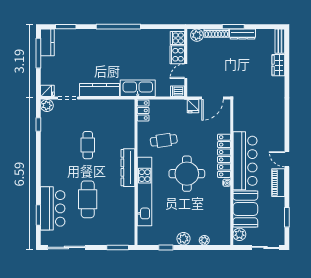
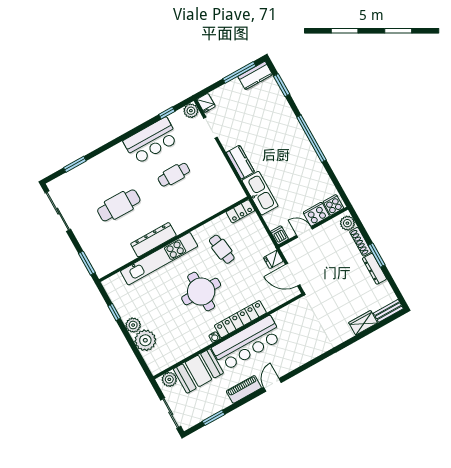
kitchen counter: (100, 90) -> (240, 162), width x0.67
dresser: (128, 168) -> (153, 240), moved
bar counter: (53, 208) -> (151, 141), moved
plant: (204, 240) -> (145, 340), width x1.88, depth x1.88

